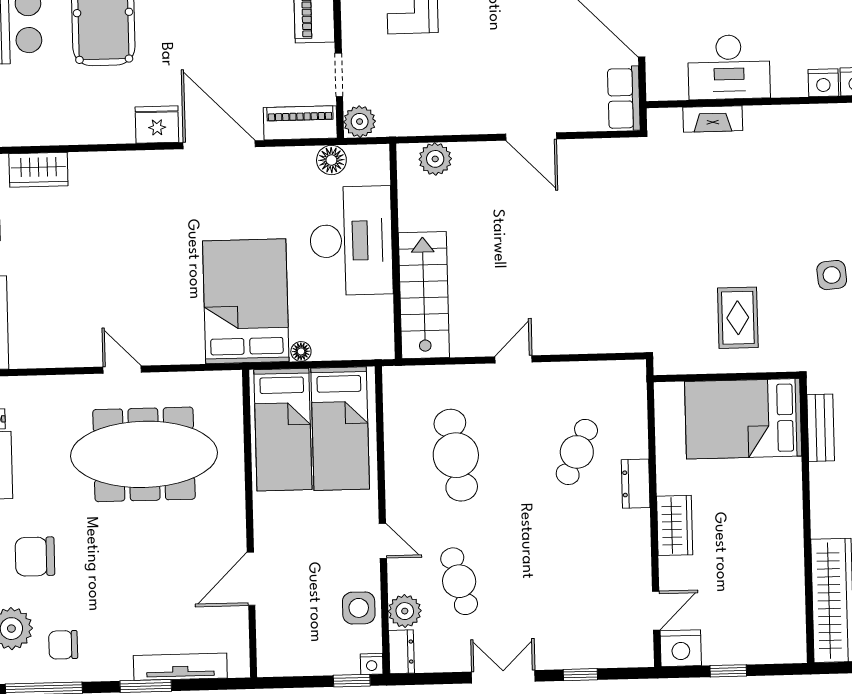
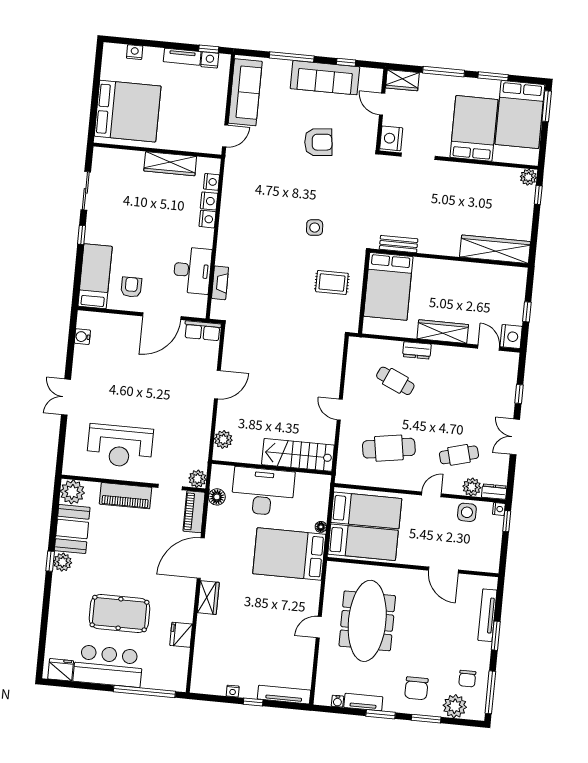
fridge: (157, 125) -> (181, 635), moved
wardrobe: (38, 170) -> (208, 598), moved
wardrobe: (675, 525) -> (443, 332), width x1.50

